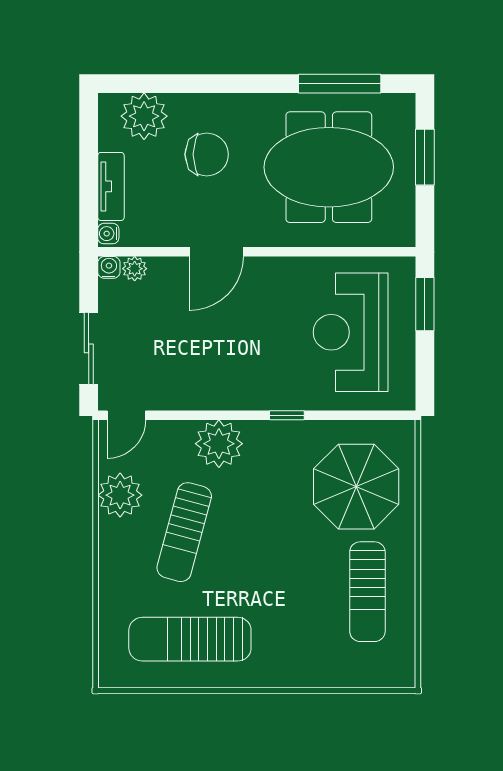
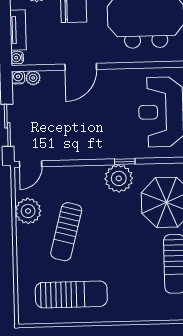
plant: (219, 444) -> (119, 178), moved
sun lounger: (190, 639) -> (71, 294), turned 180

